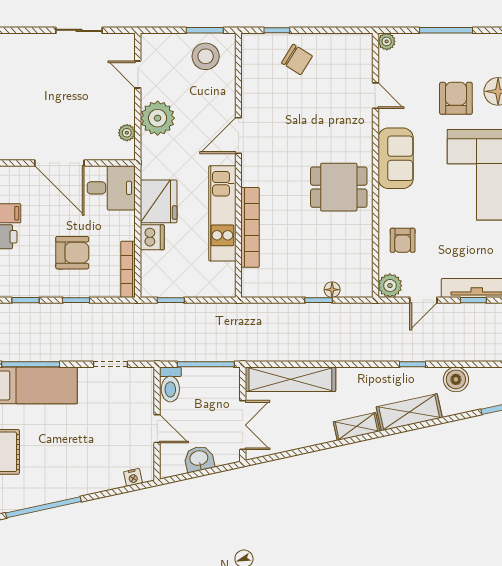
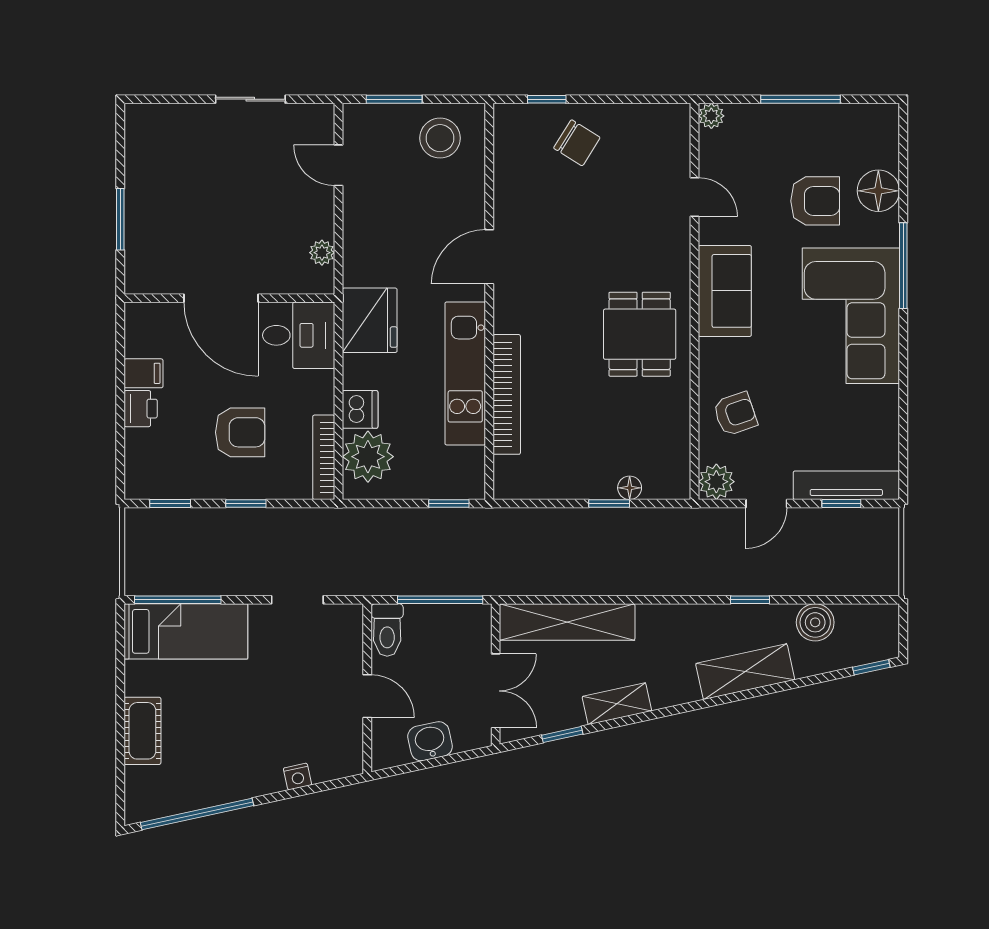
window: (205, 30) -> (394, 99), moved
armchair: (456, 98) -> (815, 201), turned 90
plant: (158, 118) -> (368, 457), moved
dining table: (339, 187) -> (640, 334), turned 90
fridge: (159, 201) -> (370, 320), moved
armchair: (403, 240) -> (735, 414), turned -109
window: (171, 300) -> (449, 503), moved
shelving: (357, 427) -> (617, 704), moved
window: (287, 454) -> (562, 735), added
nightstand: (133, 477) -> (298, 777), moved

